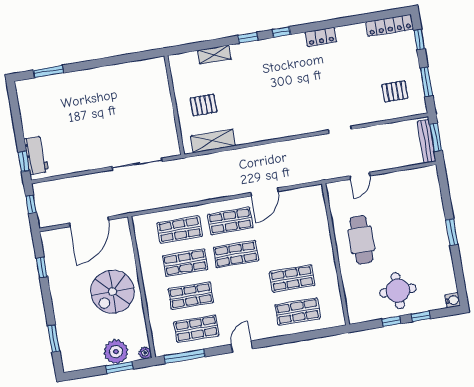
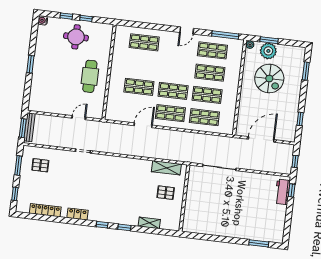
locker: (390, 25) -> (45, 210), moved
shop shelf: (292, 279) -> (139, 87), moved
spiral stairs: (113, 292) -> (269, 79), moved, turned 90

